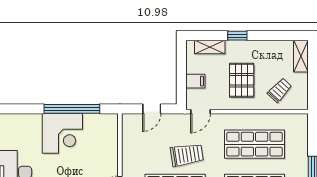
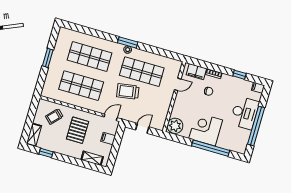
window: (237, 36) -> (46, 153), moved
window: (72, 109) -> (211, 148), moved
plant: (107, 126) -> (175, 126), added

